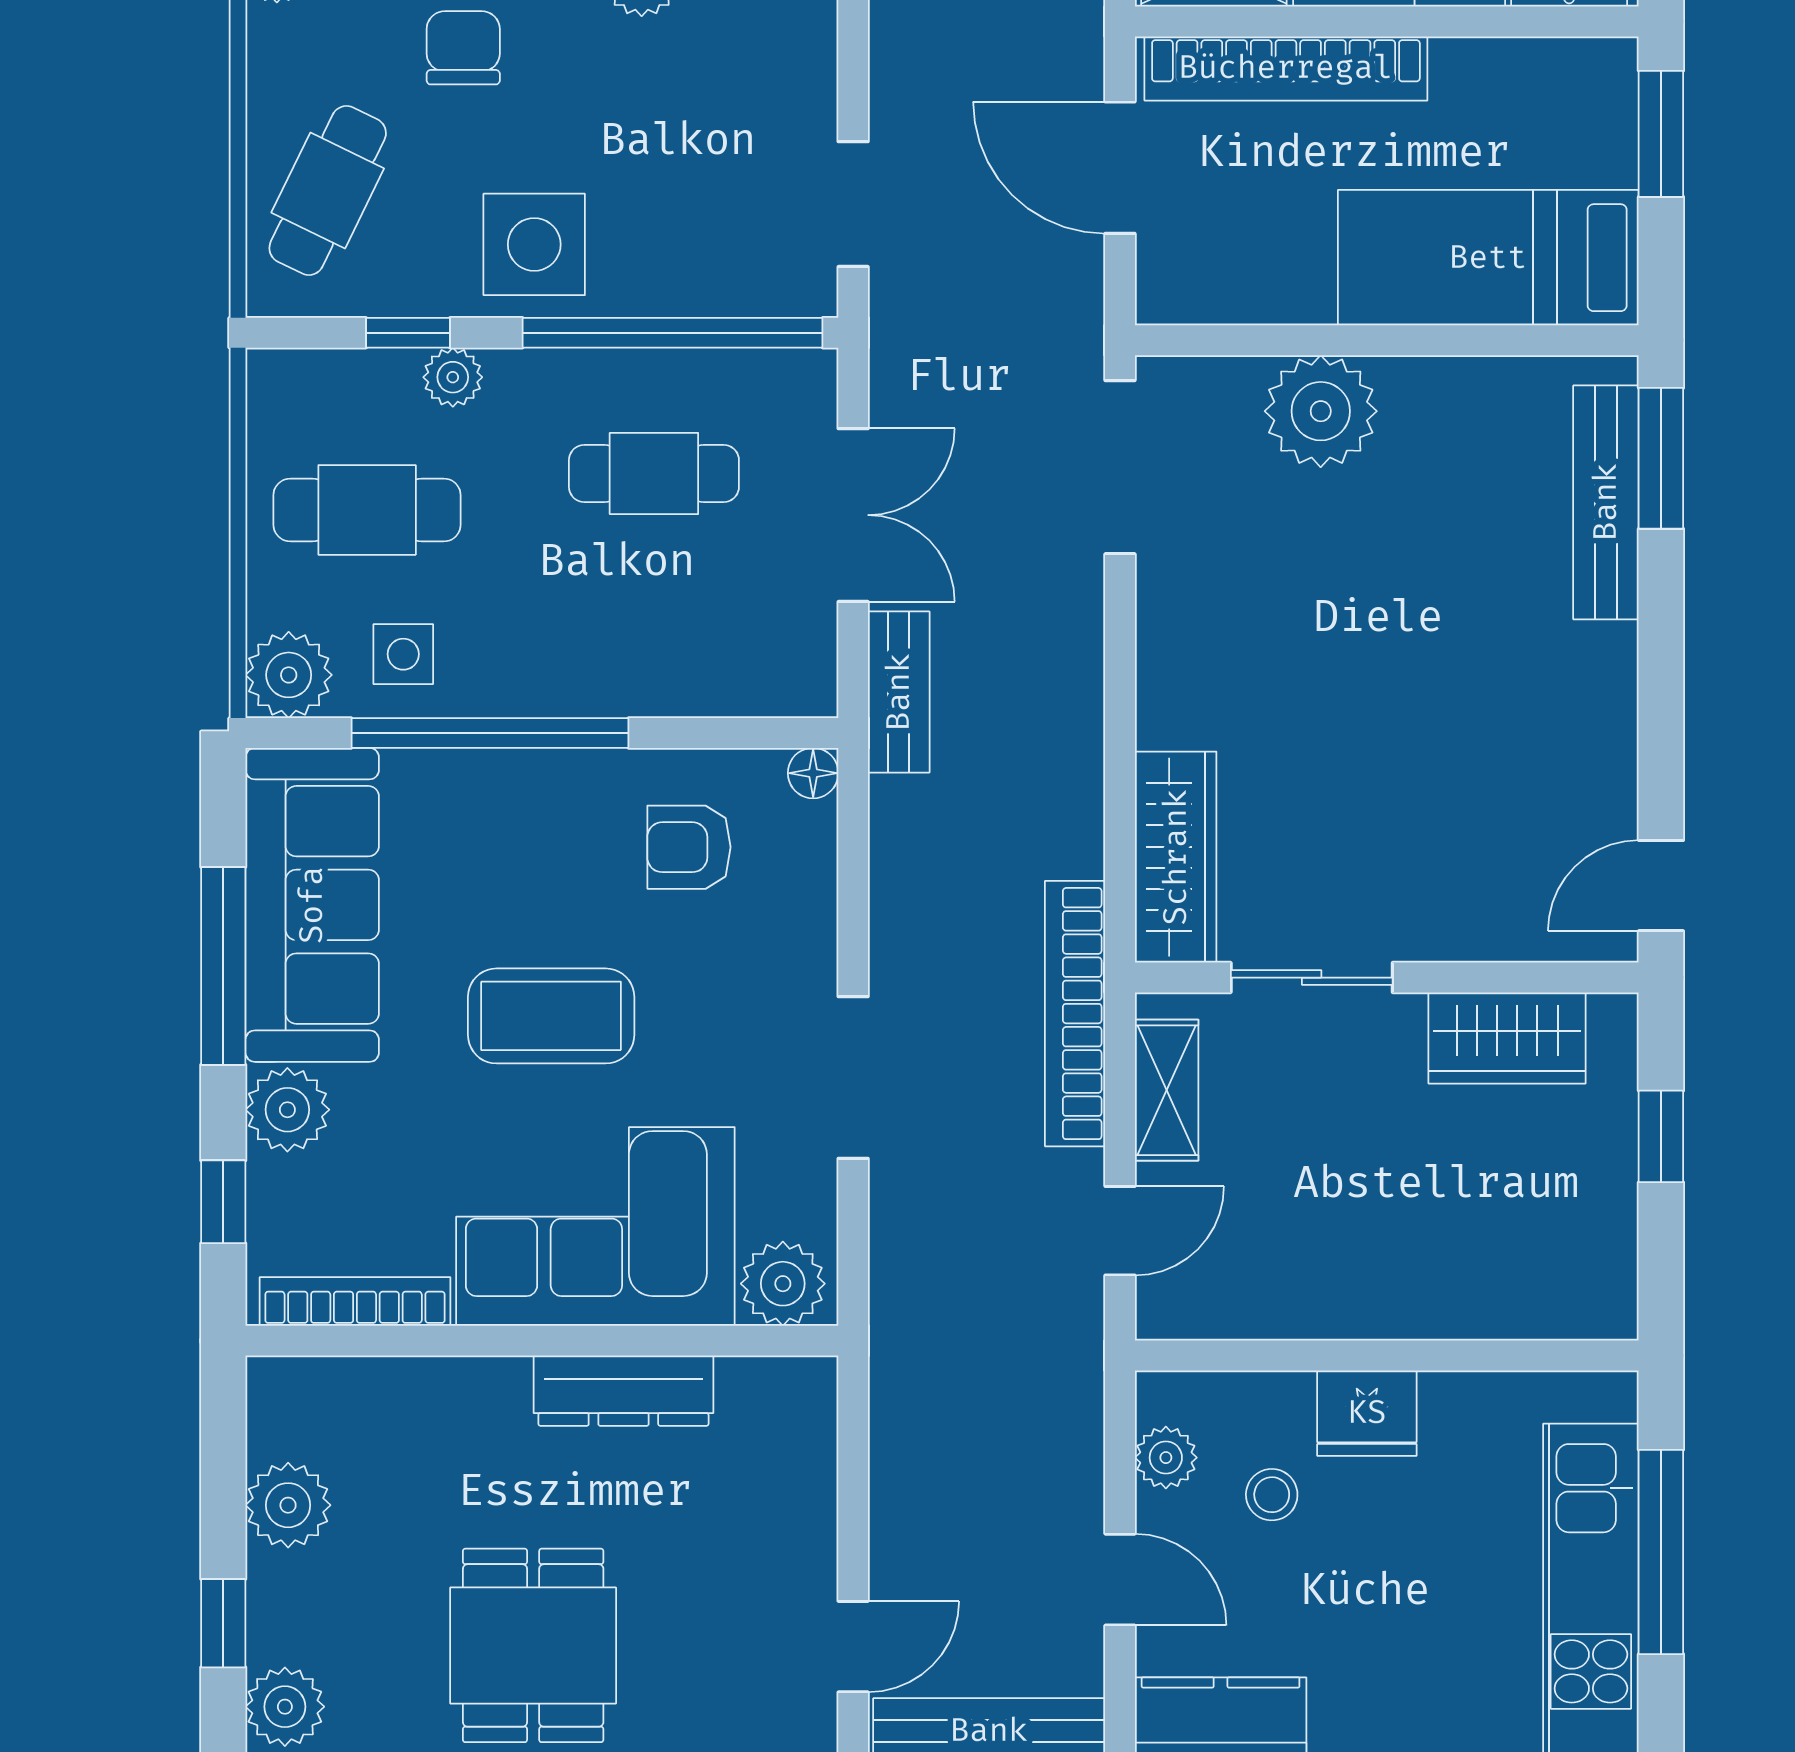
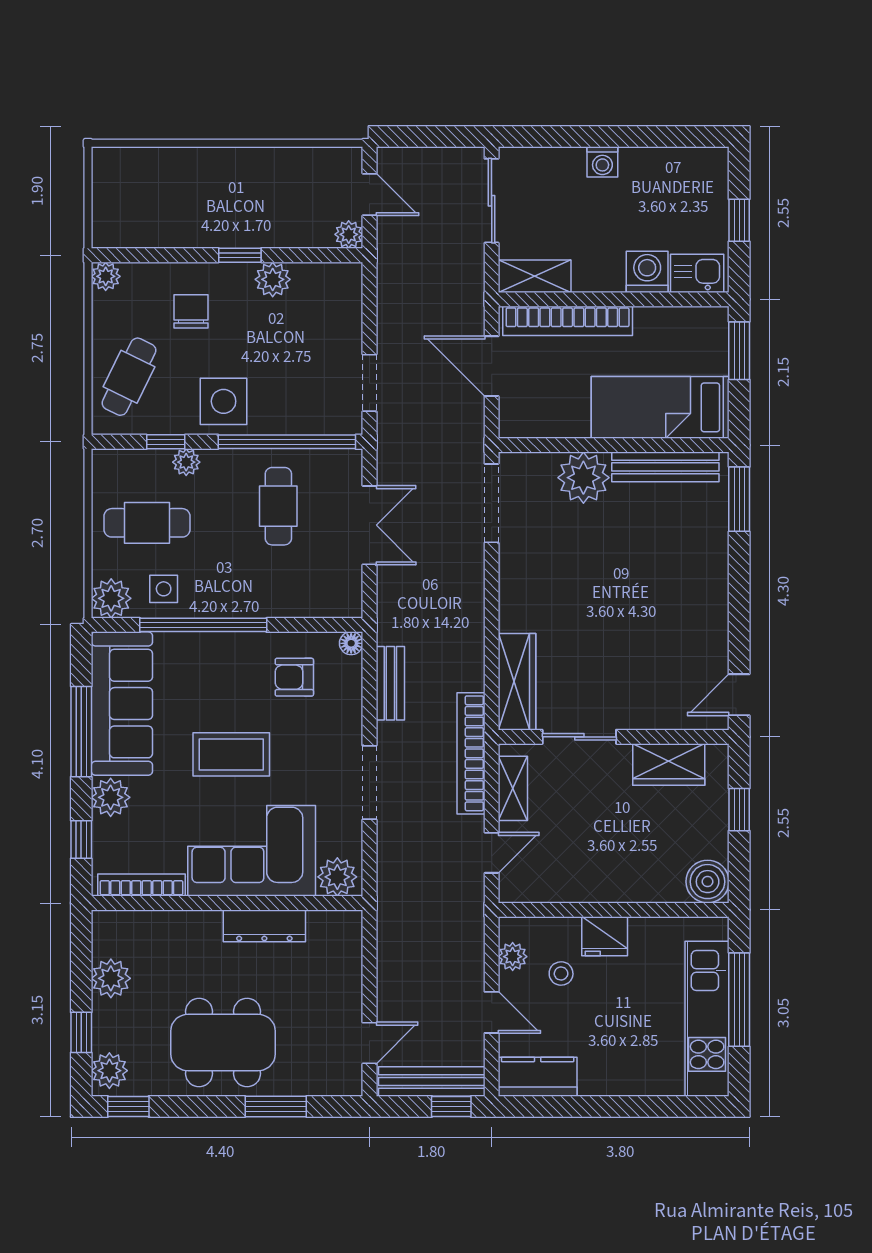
cafe table: (654, 473) -> (278, 506), turned 90
bench: (1606, 502) -> (665, 467), moved, turned 90
bench: (899, 692) -> (390, 683), moved
boiler: (1592, 1294) -> (708, 882), added
dining table: (533, 1645) -> (223, 1043), width x1.38

